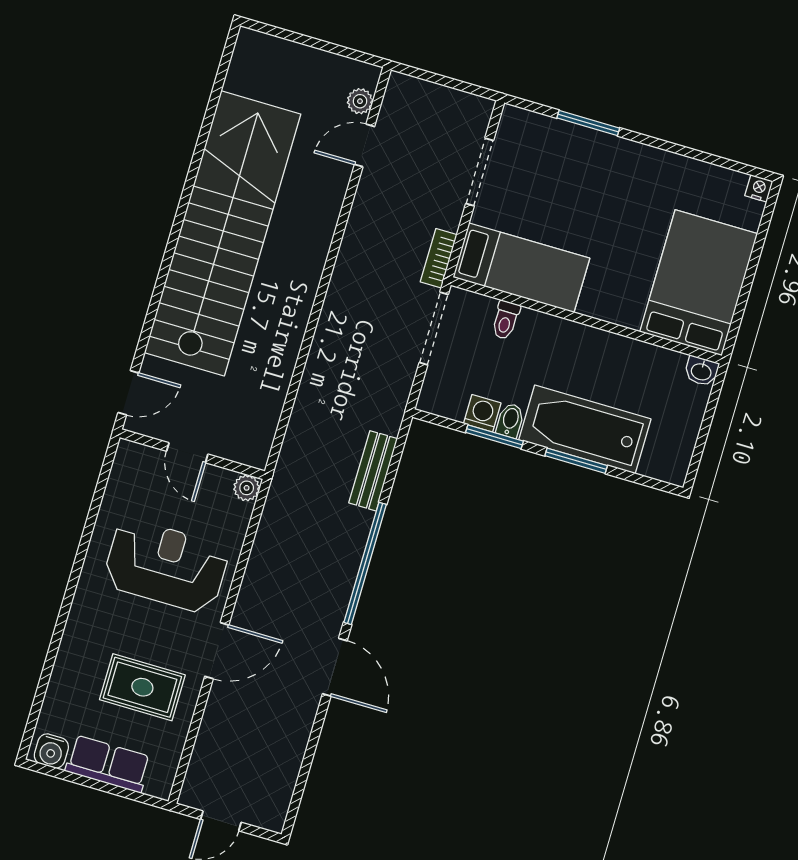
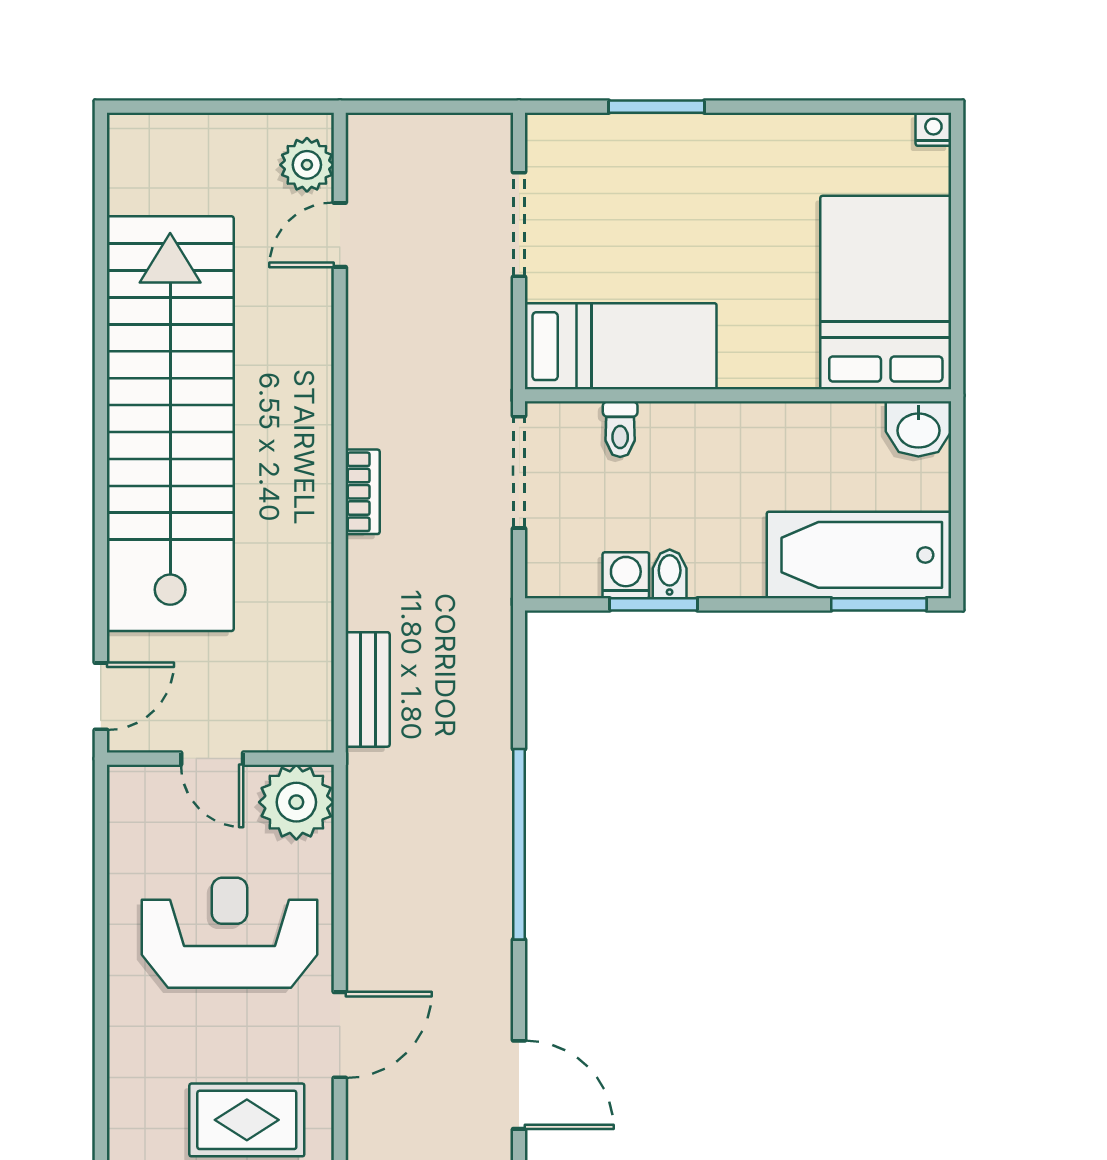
plant: (360, 101) -> (307, 165), width x1.38, depth x1.38
bookcase: (439, 258) -> (363, 492), moved, turned 180
washbasin: (701, 371) -> (918, 429), width x1.38, depth x1.45
bathtub: (585, 429) -> (859, 555), moved
window: (576, 461) -> (879, 604), moved
bench: (373, 471) -> (368, 689), moved
plant: (247, 488) -> (296, 802), width x1.88, depth x1.88
door: (335, 667) -> (519, 1085), moved

